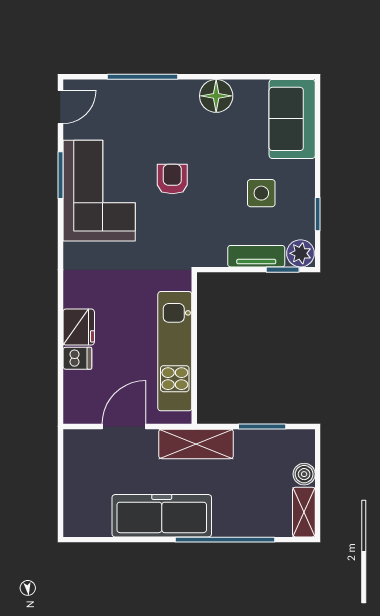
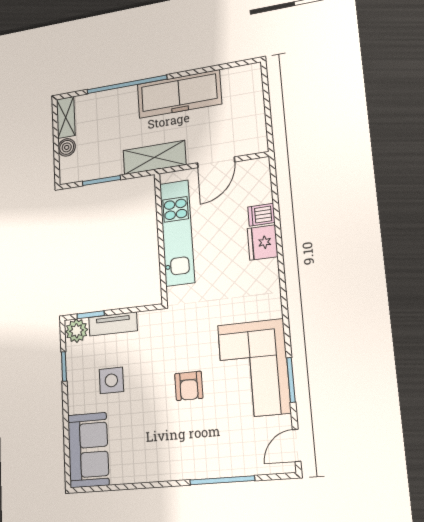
floor lamp: (216, 96) -> (155, 467), removed

